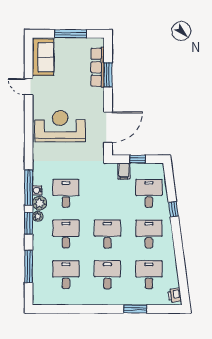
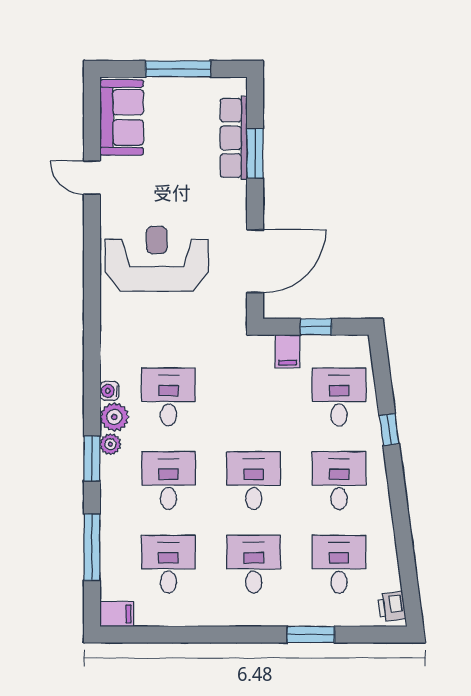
window: (29, 187) -> (92, 384), removed
filing cabinet: (41, 299) -> (117, 614), added

